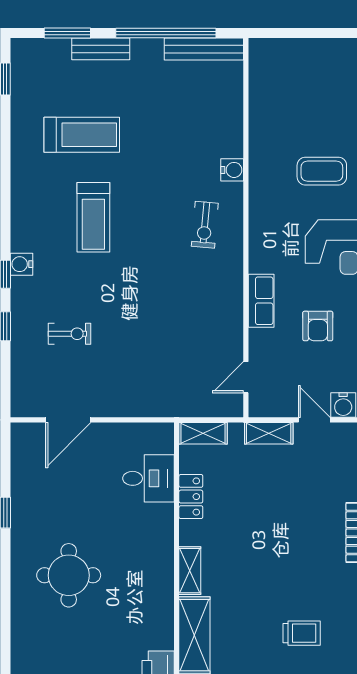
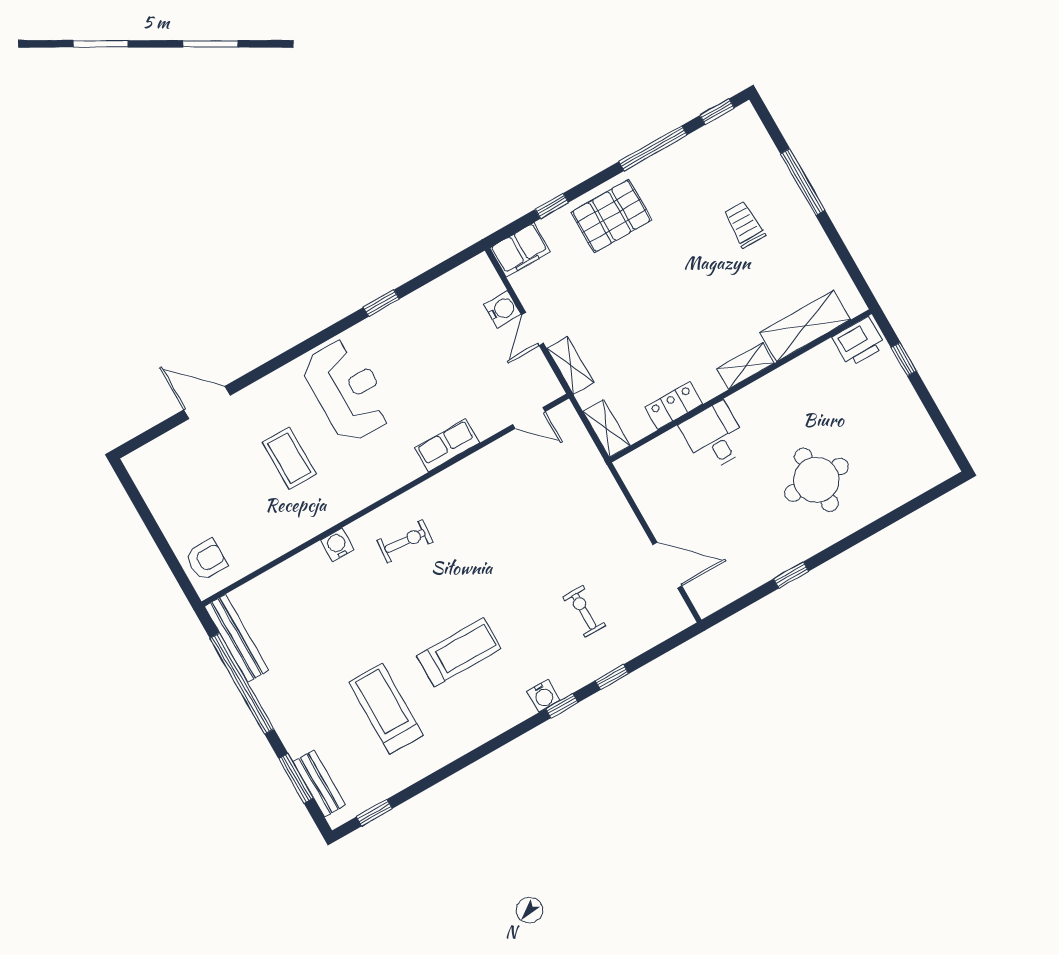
bench: (101, 49) -> (319, 783), moved
armchair: (318, 326) -> (206, 560), moved
desk: (148, 478) -> (714, 436), moved

